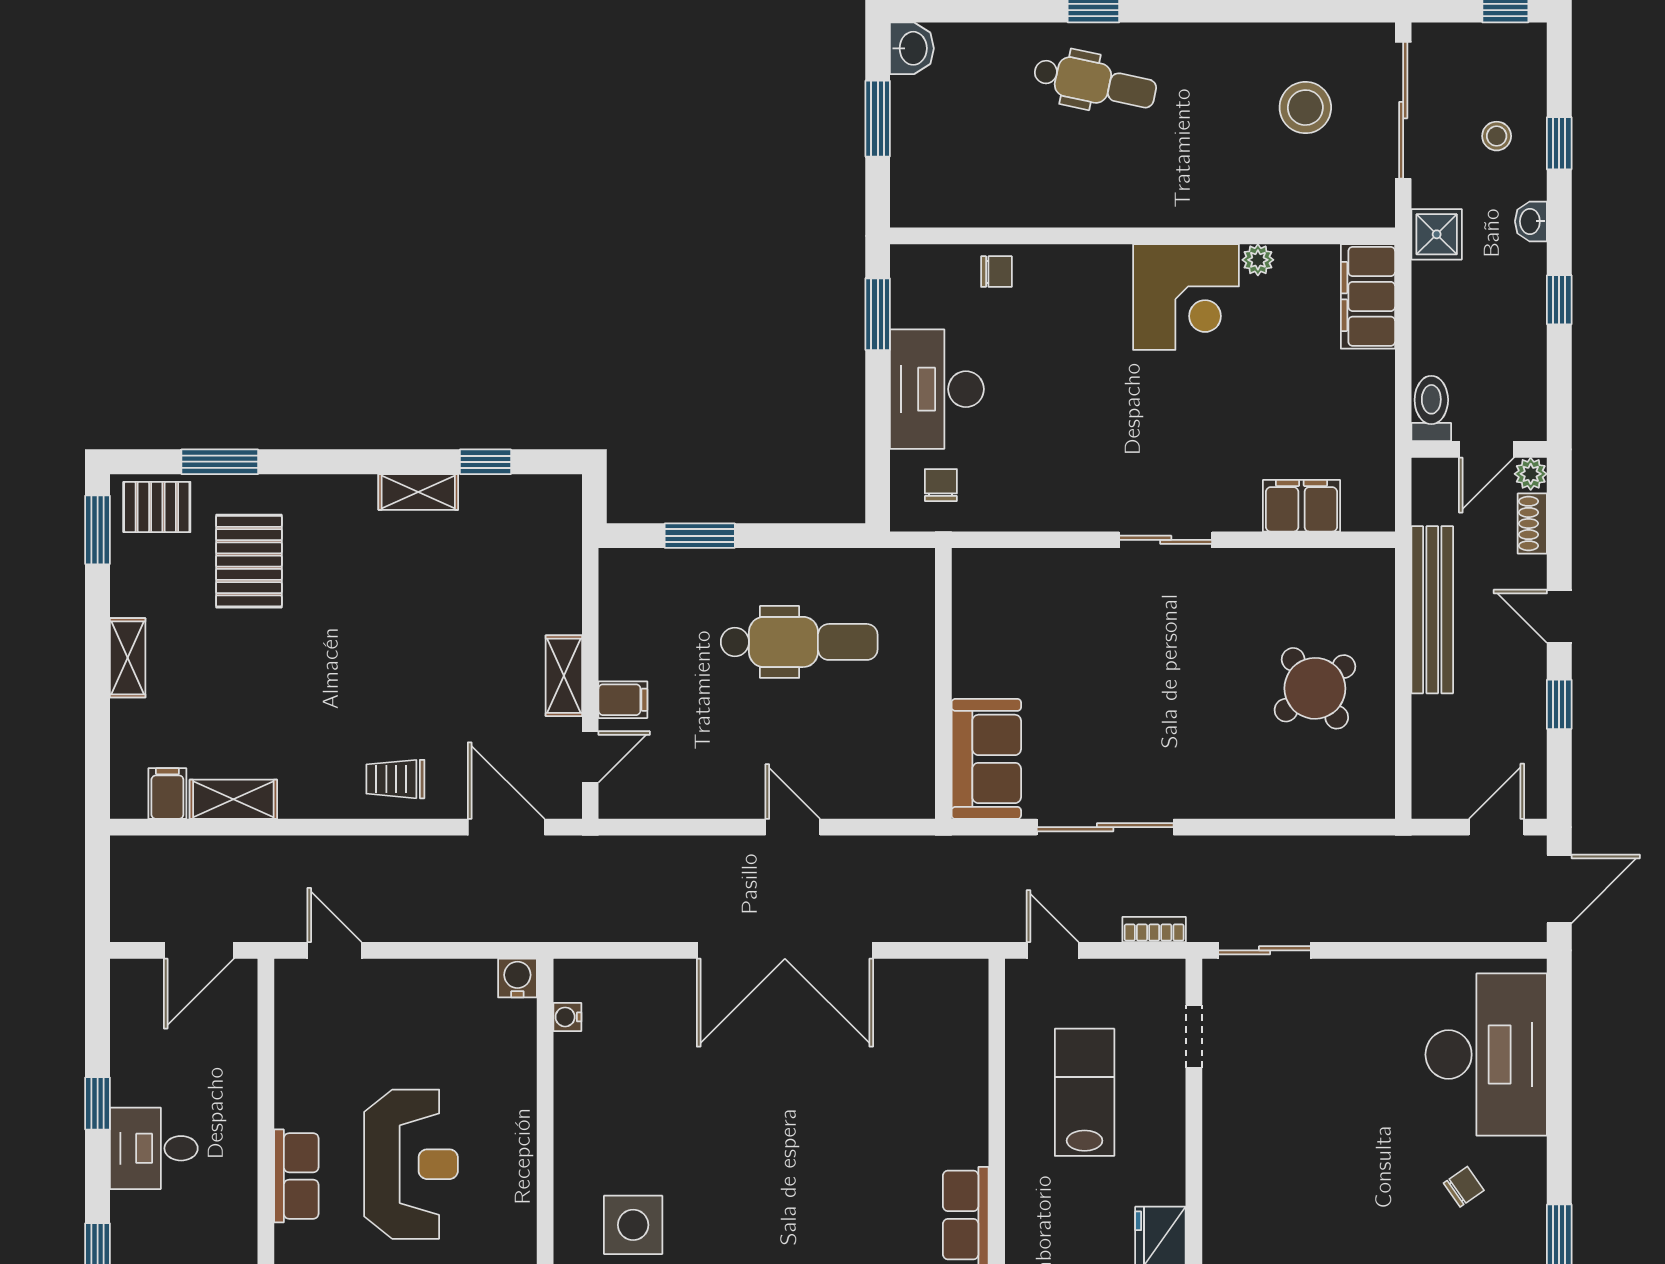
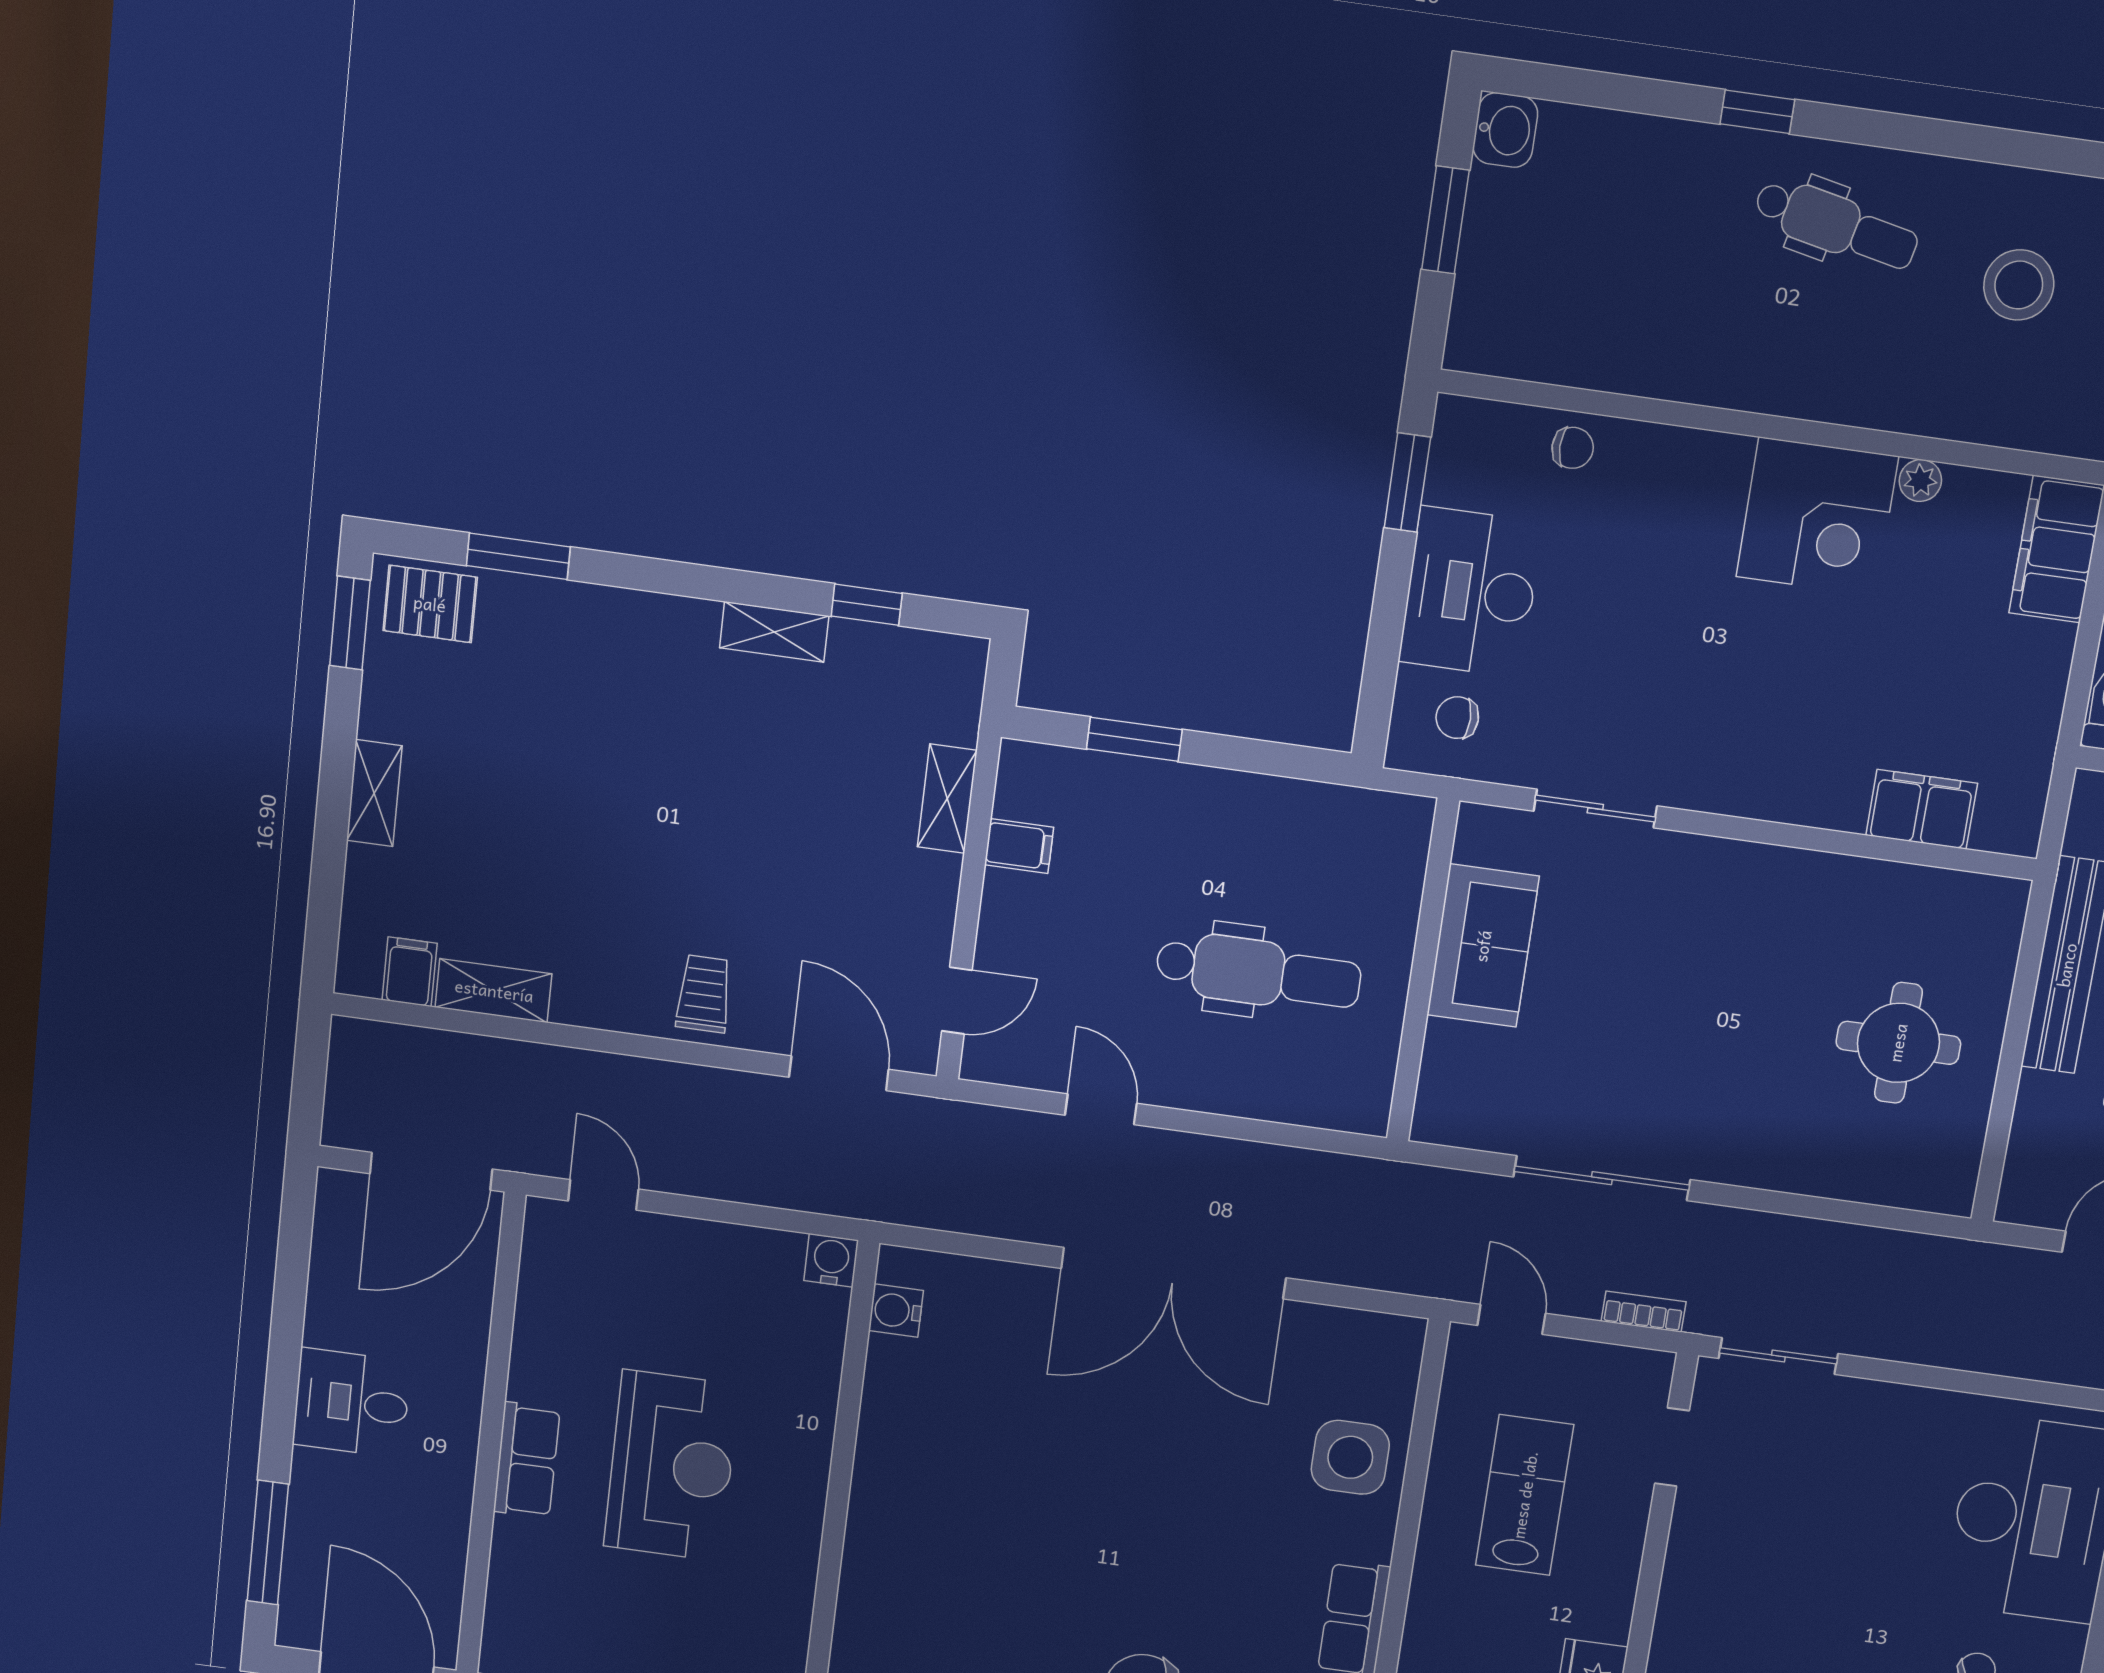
dental chair: (1095, 83) -> (1836, 225), moved
chair: (941, 485) -> (1457, 718), turned -90
sliding door: (1166, 540) -> (1595, 809), moved
pallet: (249, 561) -> (544, 691), removed
dental chair: (799, 642) -> (1258, 973), moved
shelving: (564, 676) -> (947, 799), moved
round table: (1315, 688) -> (1898, 1043), turned 37
filing cabinet: (623, 700) -> (1019, 846), moved
sofa: (986, 759) -> (1483, 946), moved
trolley: (395, 779) -> (704, 994), turned 90
door: (793, 827) -> (1101, 1109), moved
door: (199, 950) -> (431, 1171), width x1.36
water cooler: (567, 1017) -> (896, 1311), width x1.38, depth x1.38
window: (98, 1103) -> (286, 1340), removed
side table: (633, 1225) -> (1350, 1457), moved

